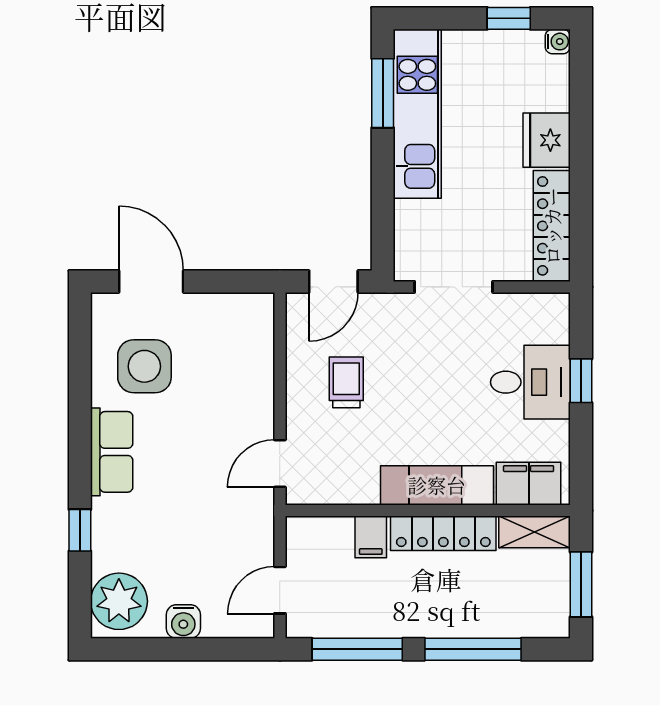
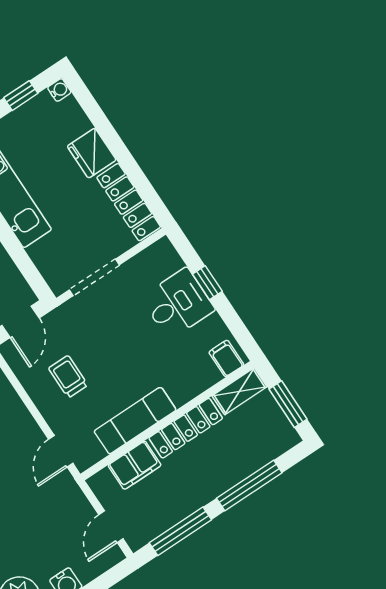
filing cabinet: (529, 484) -> (226, 358), width x0.50
exam couch: (437, 485) -> (135, 421), moved
filing cabinet: (371, 537) -> (135, 465), width x2.00

